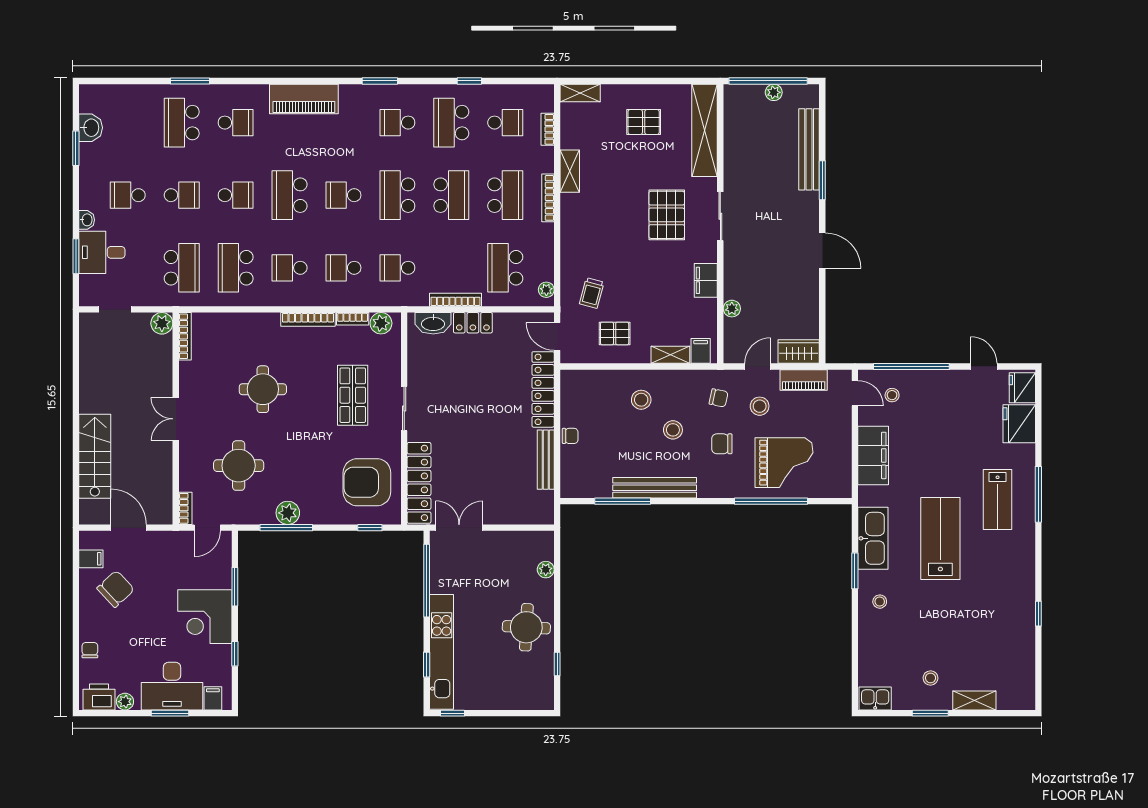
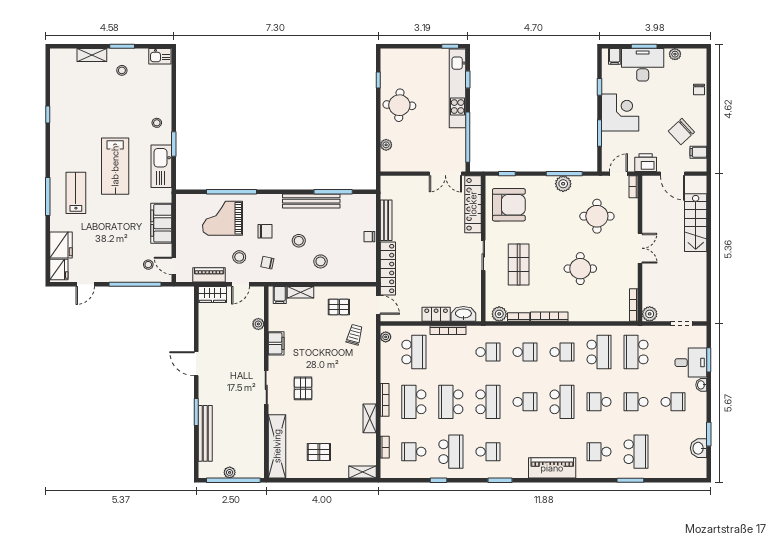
pallet: (667, 215) -> (303, 388), width x0.67, depth x0.71
door: (984, 366) -> (85, 284), hinge flipped
printer: (99, 697) -> (646, 163), moved, turned 180

